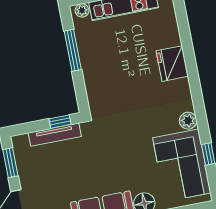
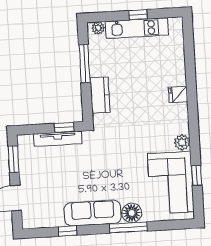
fridge: (172, 64) -> (178, 95), width x0.53, depth x0.75
kitchen counter: (94, 82) -> (100, 95), added

